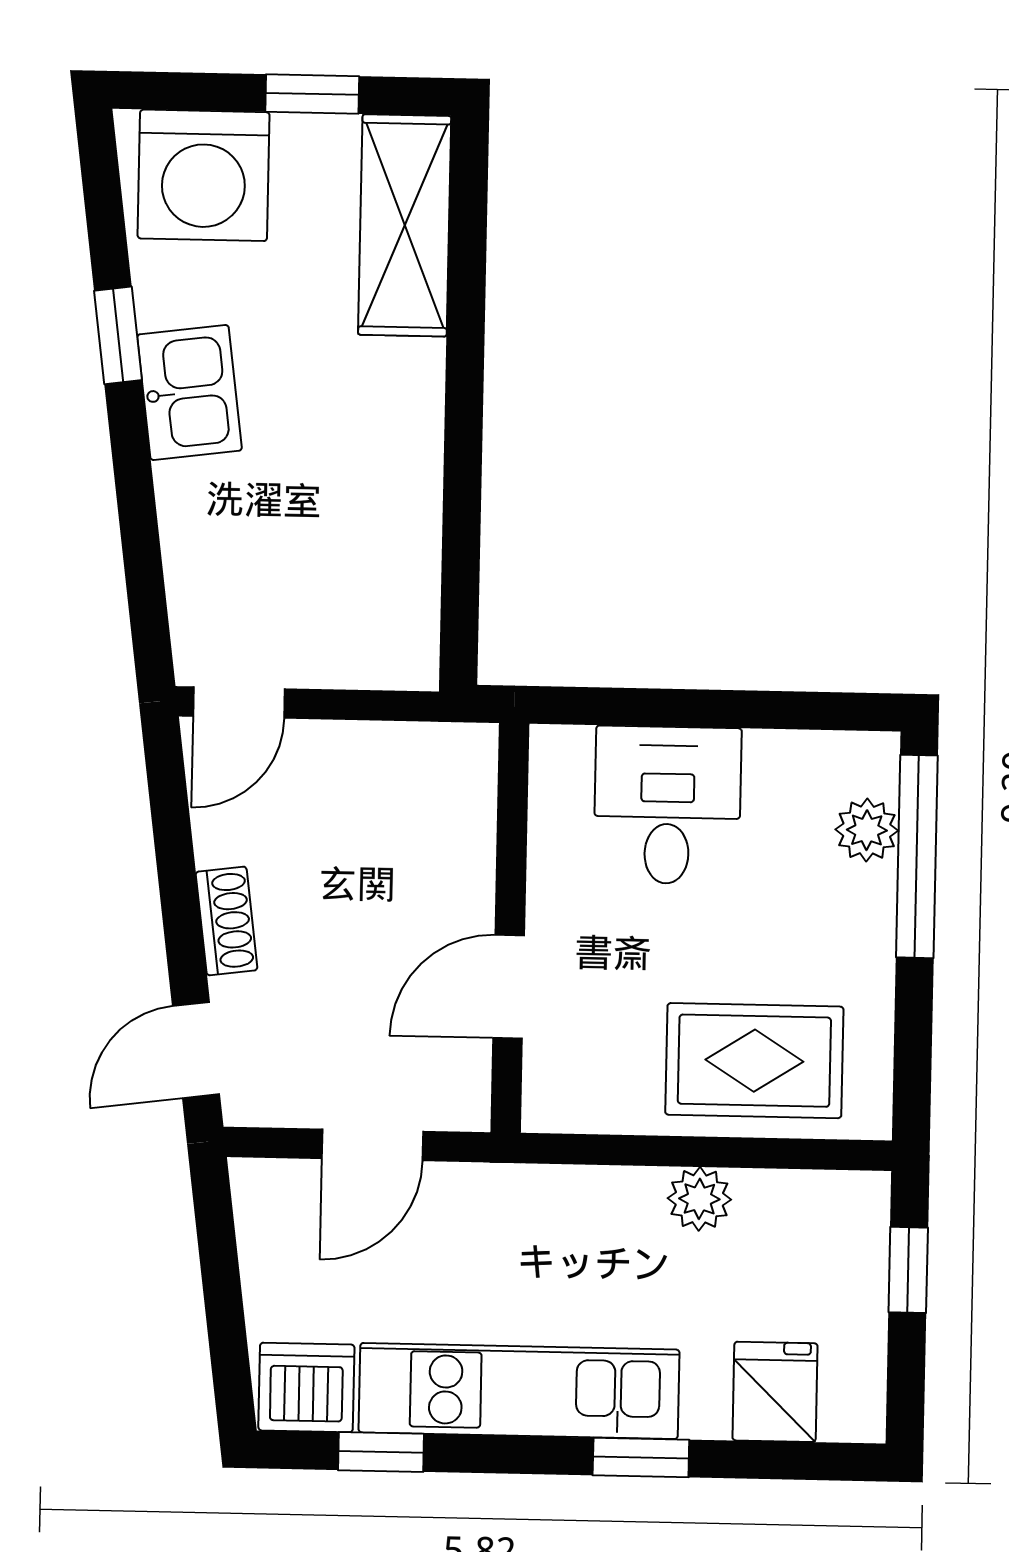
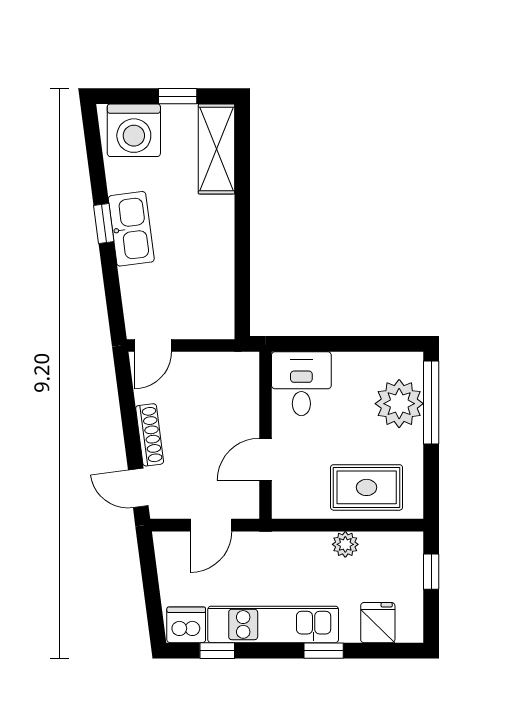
window: (118, 335) -> (104, 224), moved
kitchen sink: (190, 393) -> (131, 229), width x1.38
desk: (667, 805) -> (301, 384), moved
plant: (867, 830) -> (399, 404), width x1.87, depth x1.87
shoe rack: (227, 921) -> (150, 435), width x1.43
door: (196, 1050) -> (138, 488), hinge flipped

